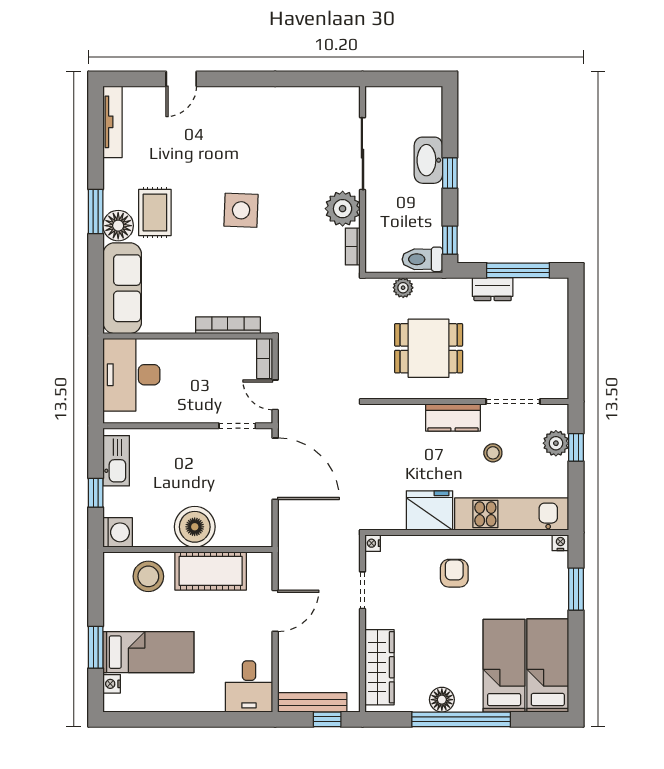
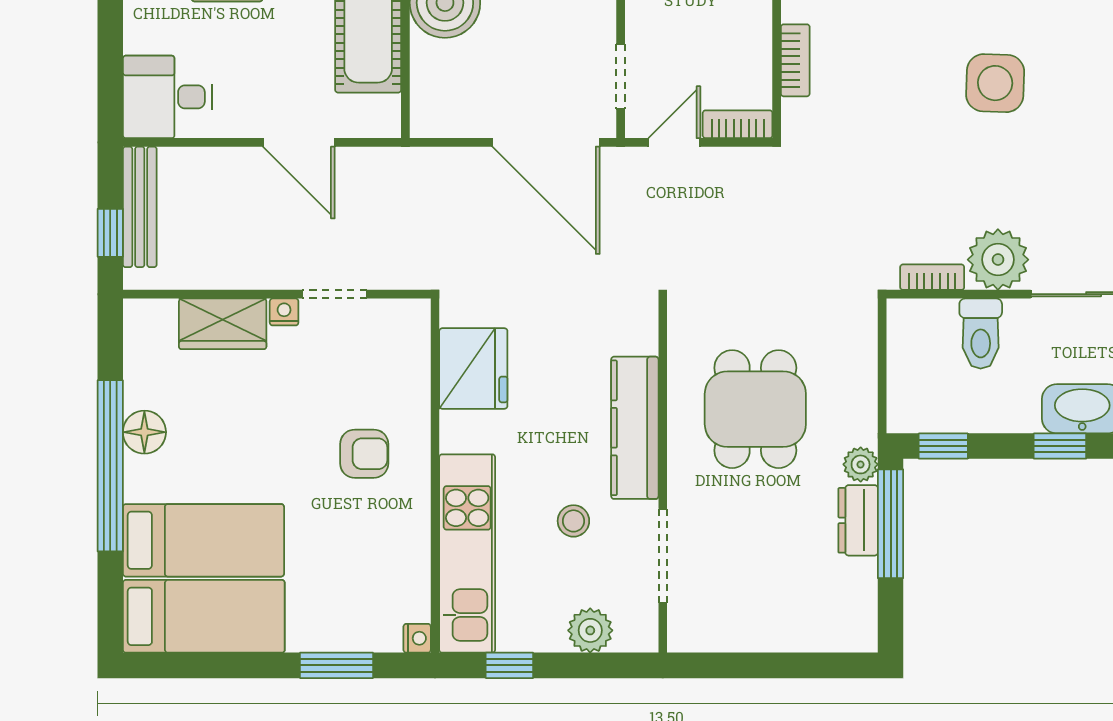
toilet: (422, 259) -> (981, 334), moved, turned 180
window: (518, 270) -> (891, 524), moved
plant: (403, 288) -> (861, 464), moved
bookcase: (228, 325) -> (795, 60), width x0.64
kitchen counter: (453, 418) -> (635, 428), width x1.50
window: (576, 447) -> (509, 665), moved
door: (275, 469) -> (546, 142), hinge flipped
fridge: (429, 510) -> (473, 369), moved
nightstand: (373, 543) -> (284, 312), moved
wardrobe: (380, 667) -> (223, 324), width x0.67

